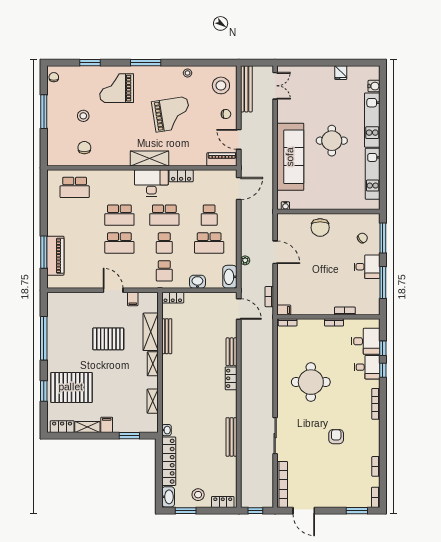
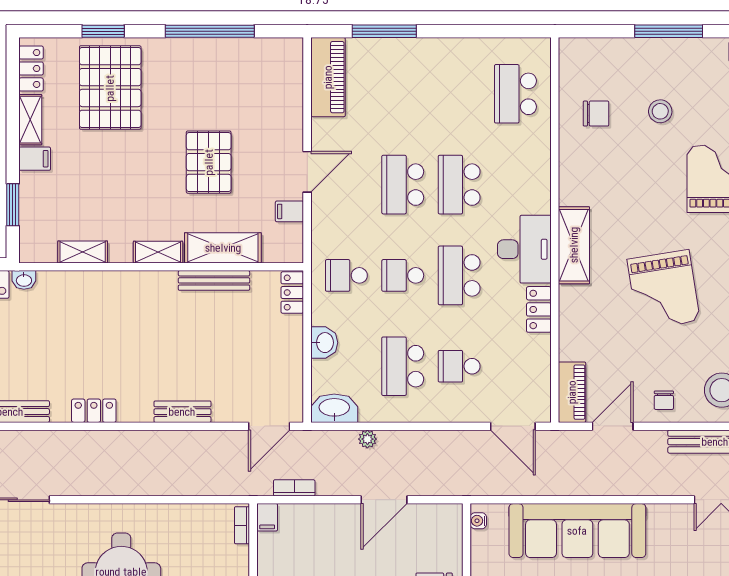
piano: (55, 256) -> (328, 77), moved, turned -90
locker: (231, 378) -> (94, 411), moved

